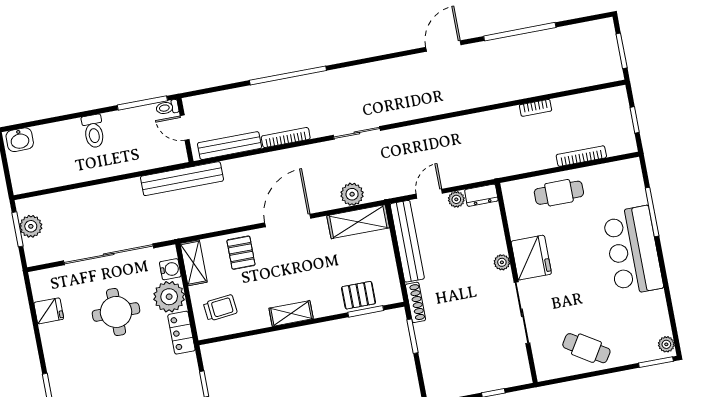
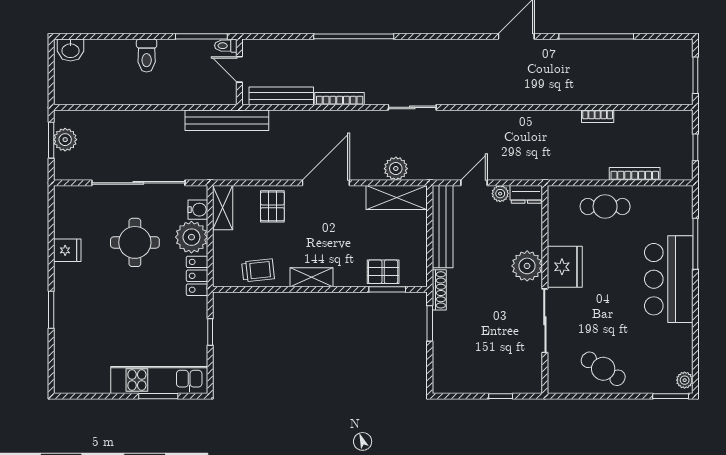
plant: (502, 262) -> (527, 266), width x1.88, depth x1.88
trolley: (220, 308) -> (258, 270), moved
fridge: (49, 311) -> (67, 250), moved

